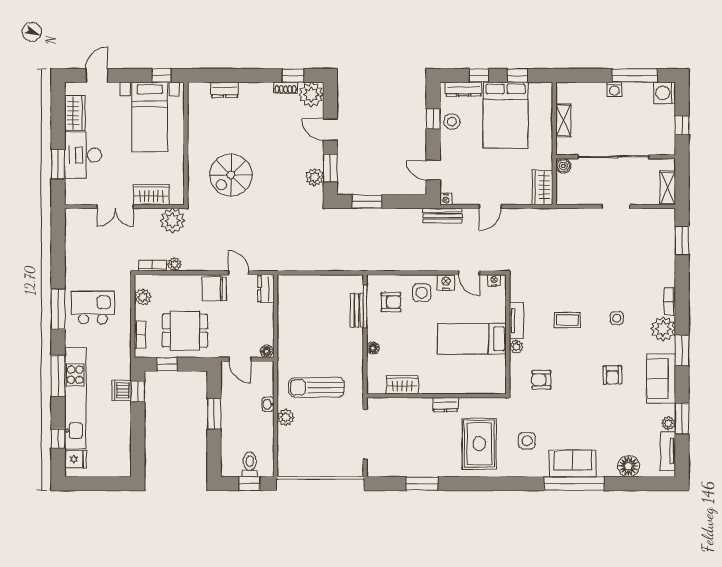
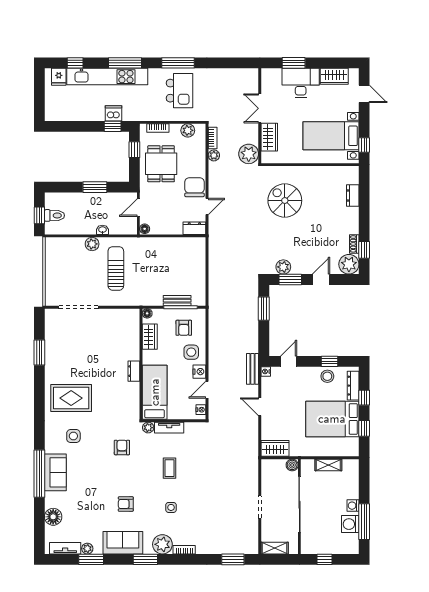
washing machine: (665, 93) -> (350, 524), moved, turned -90
wardrobe: (402, 385) -> (150, 337), moved
wall: (436, 396) -> (141, 364), moved
dresser: (445, 405) -> (134, 371), moved

